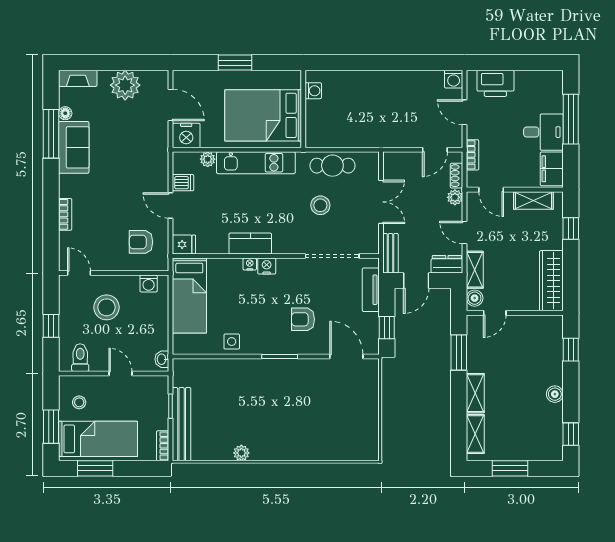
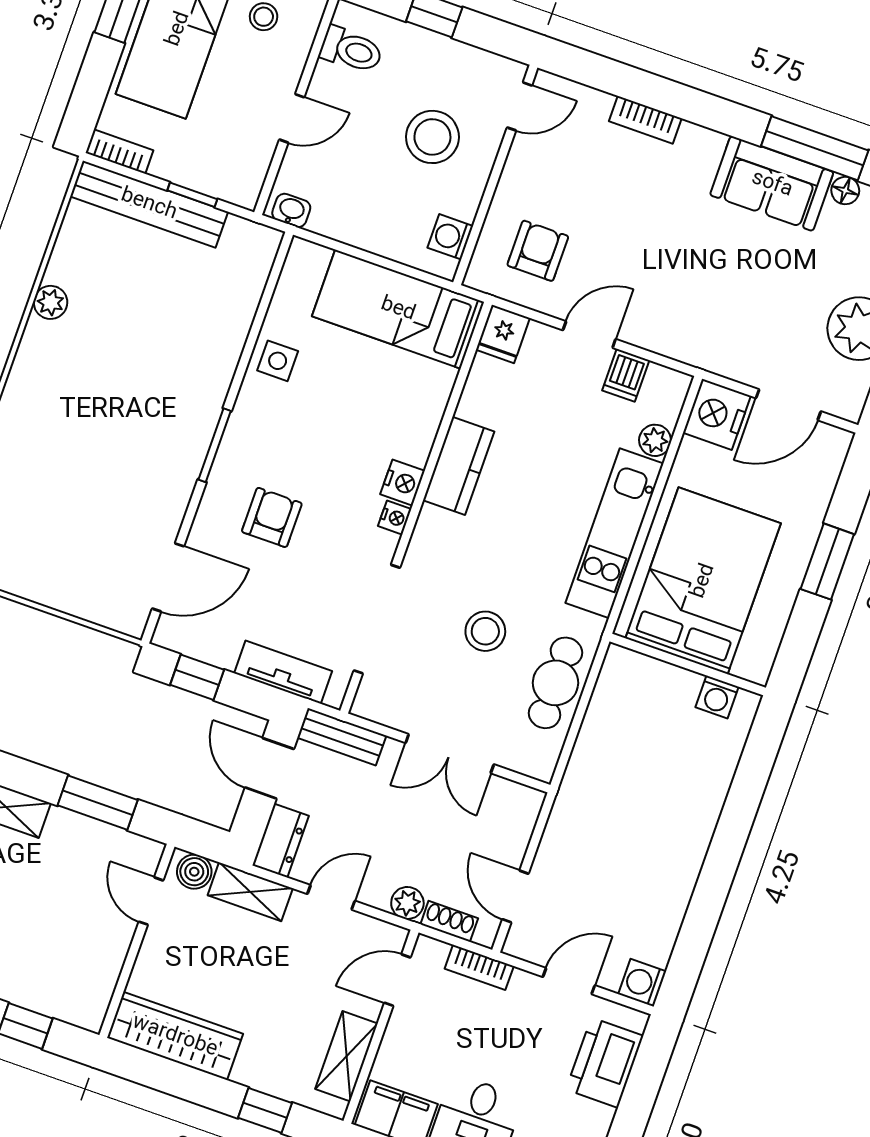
nightstand: (250, 264) -> (395, 518), moved

